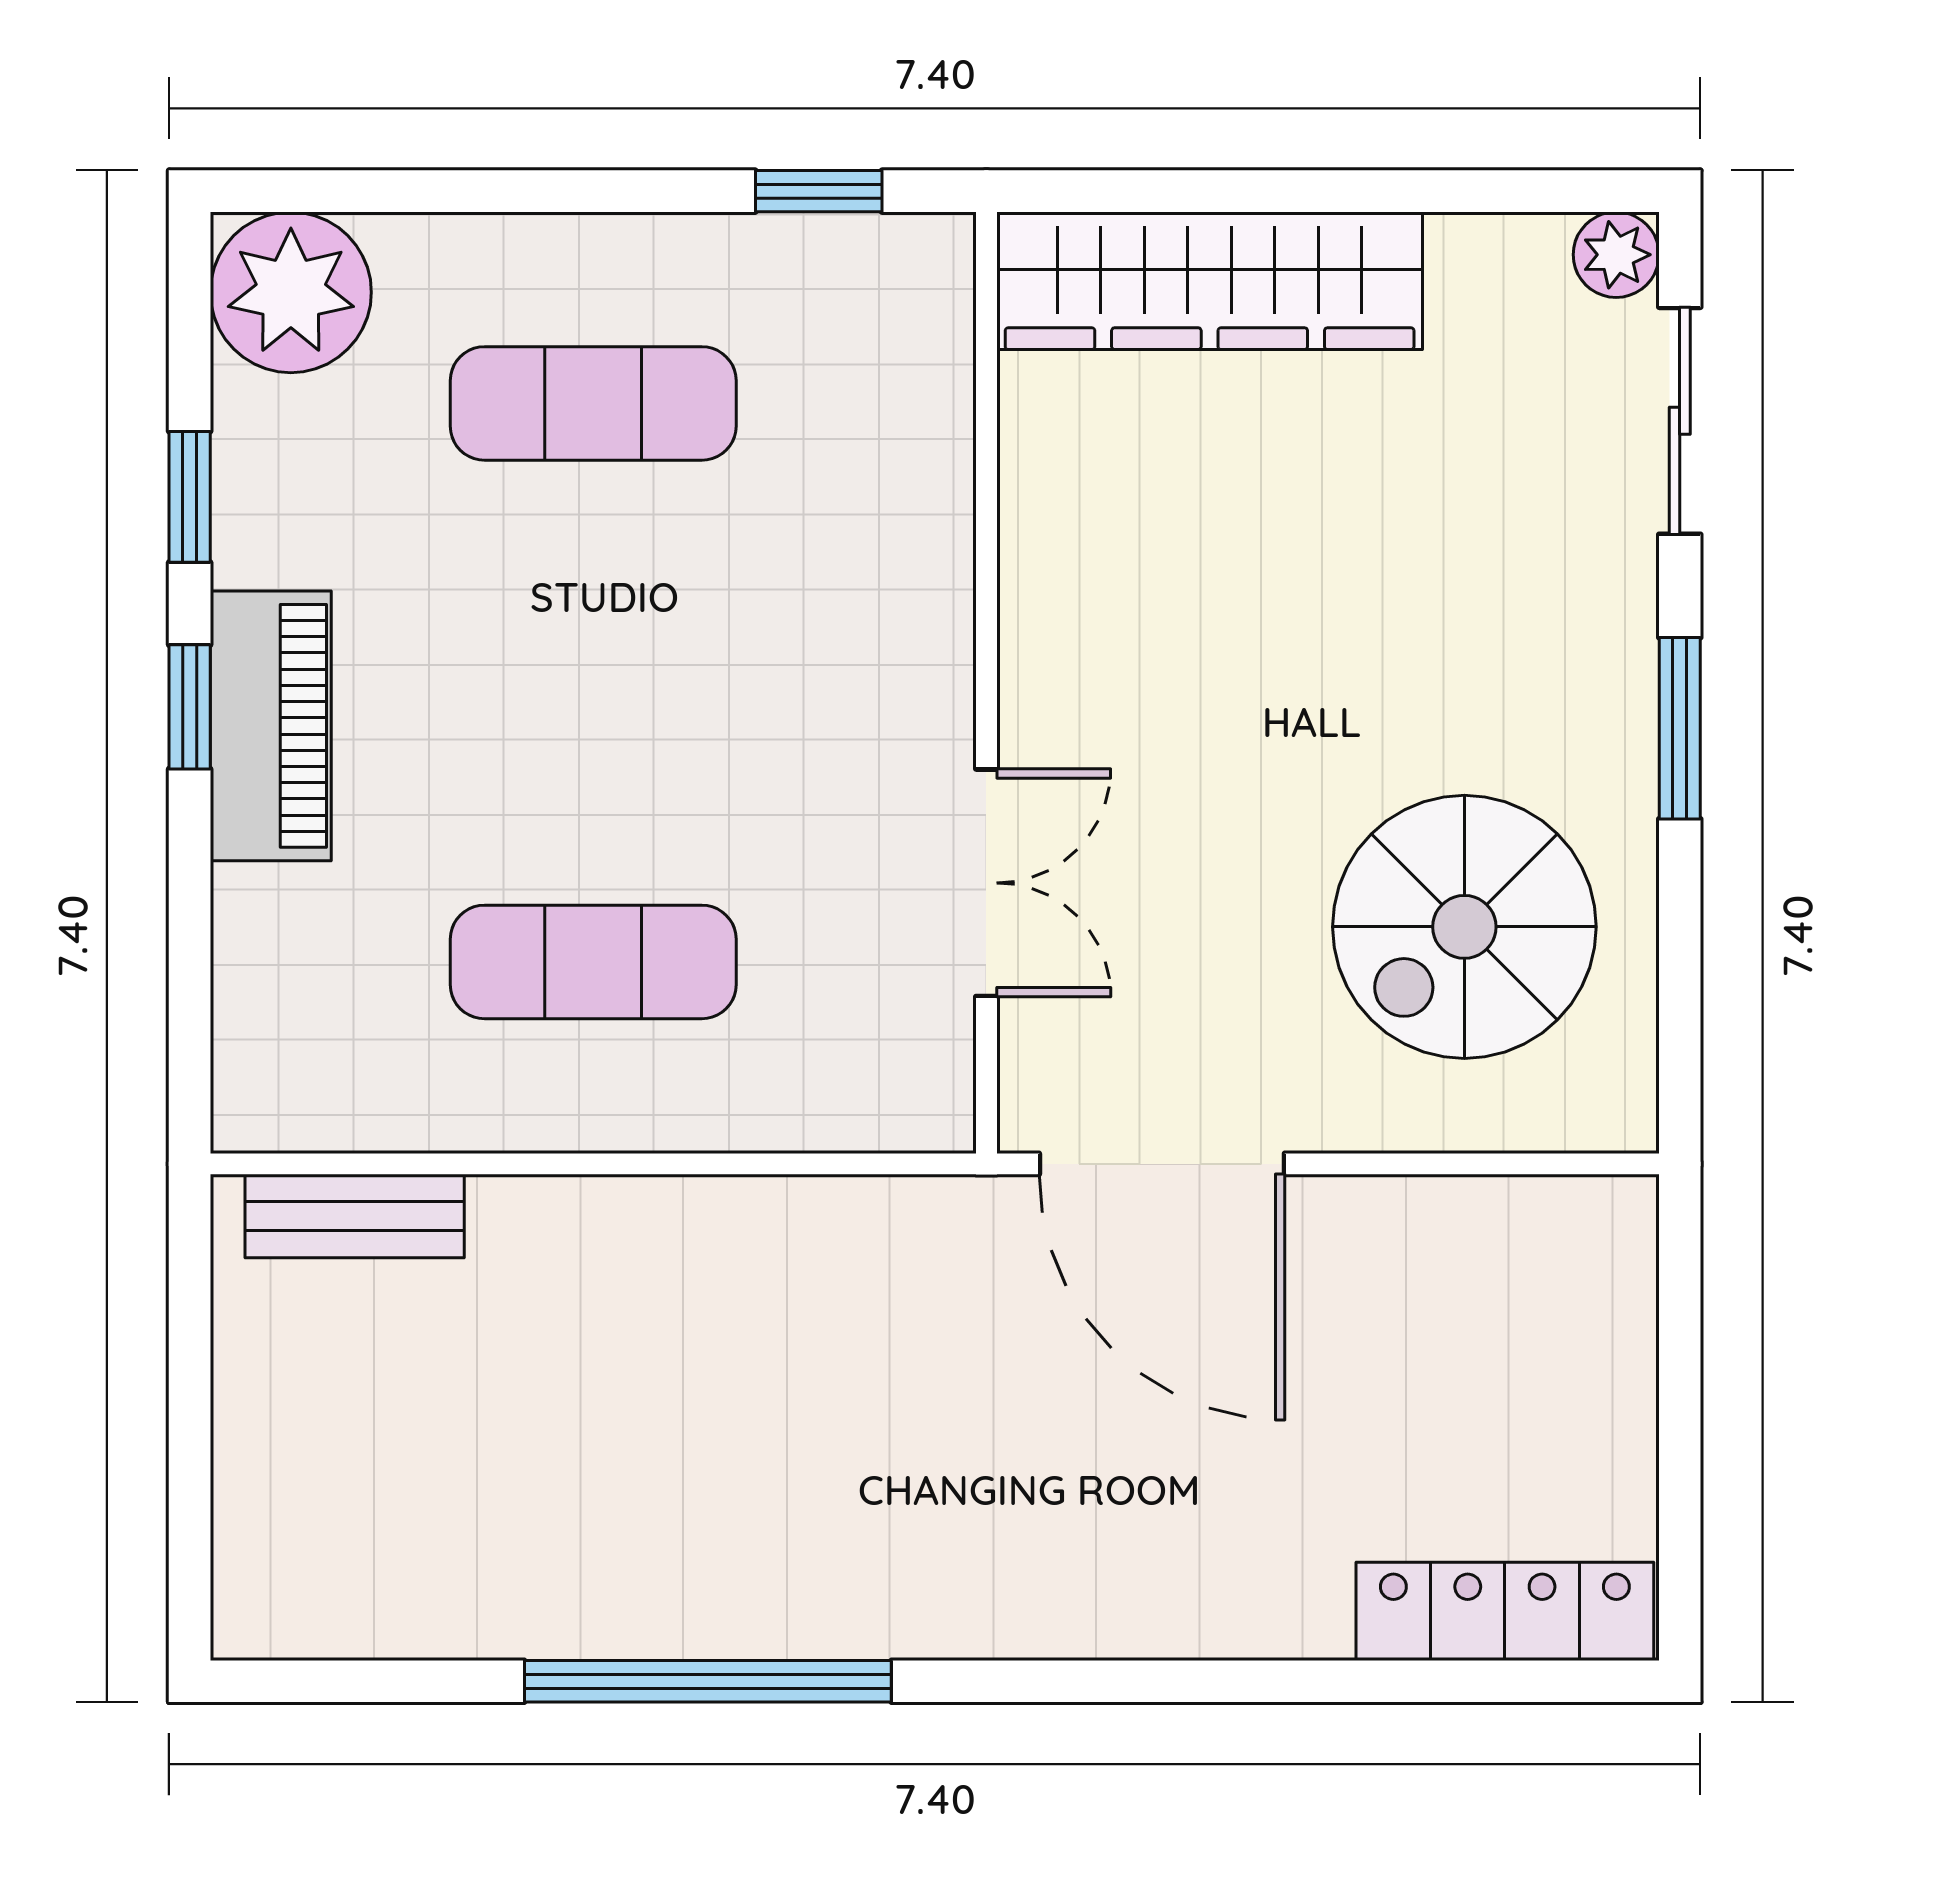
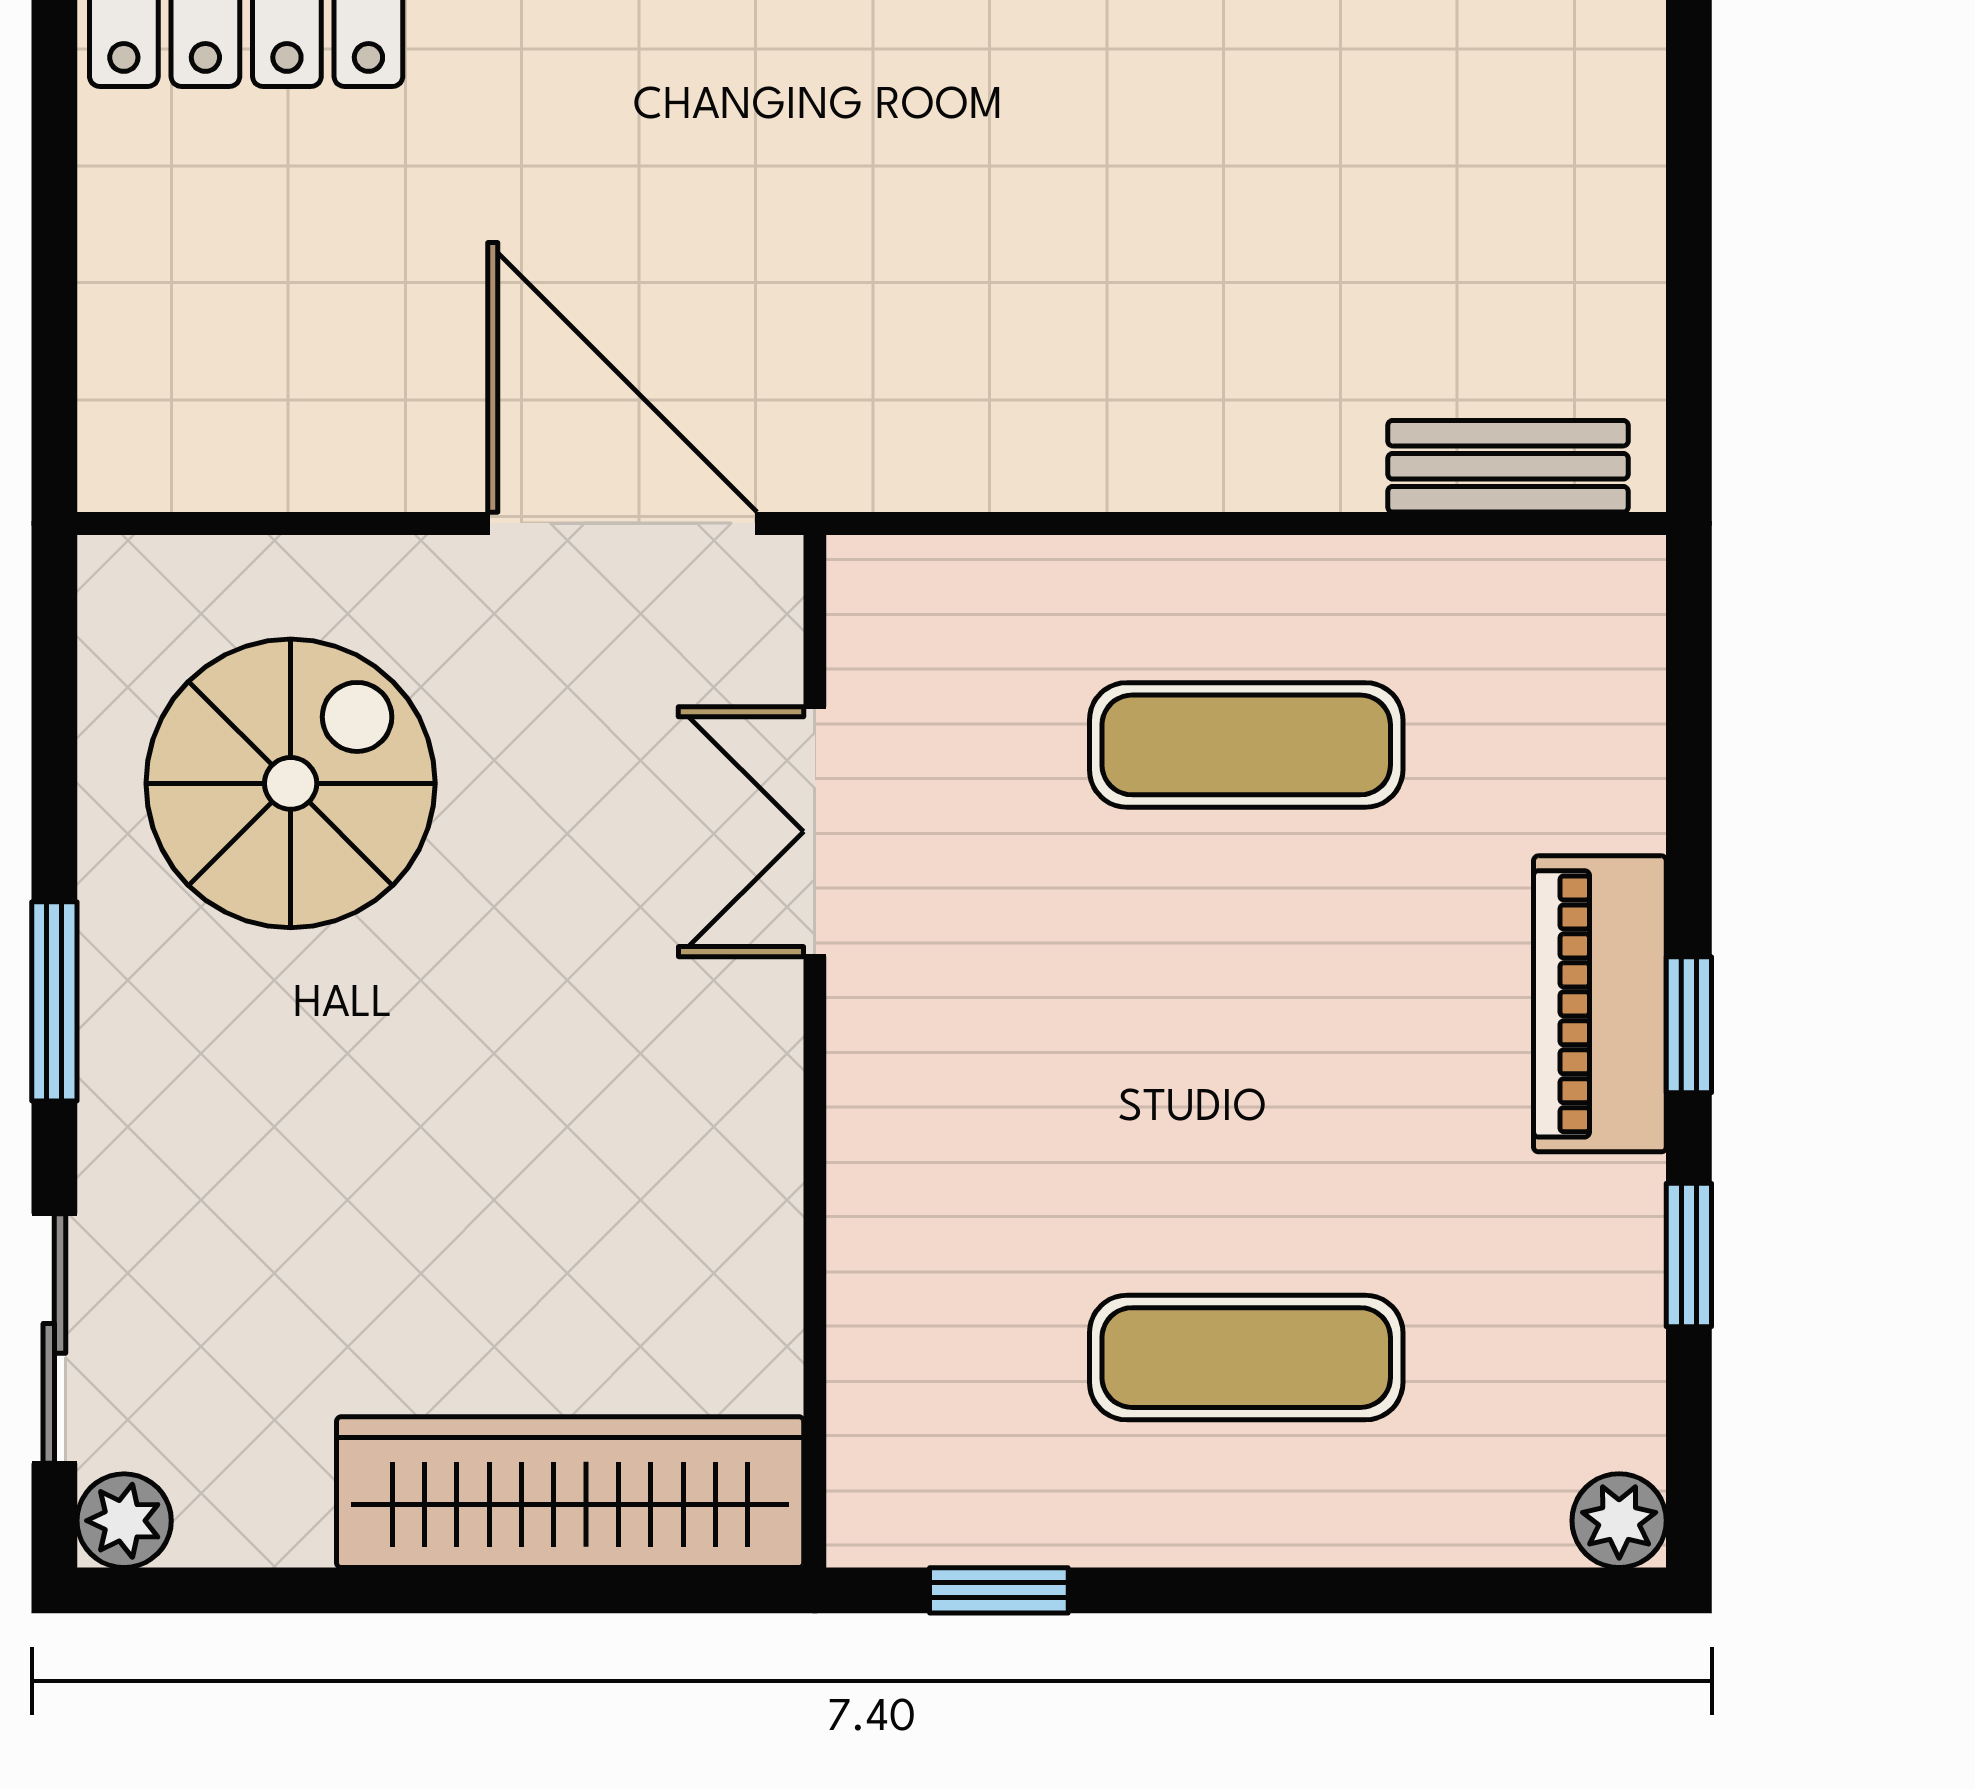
plant: (291, 292) -> (1619, 1521), width x0.53, depth x0.53

